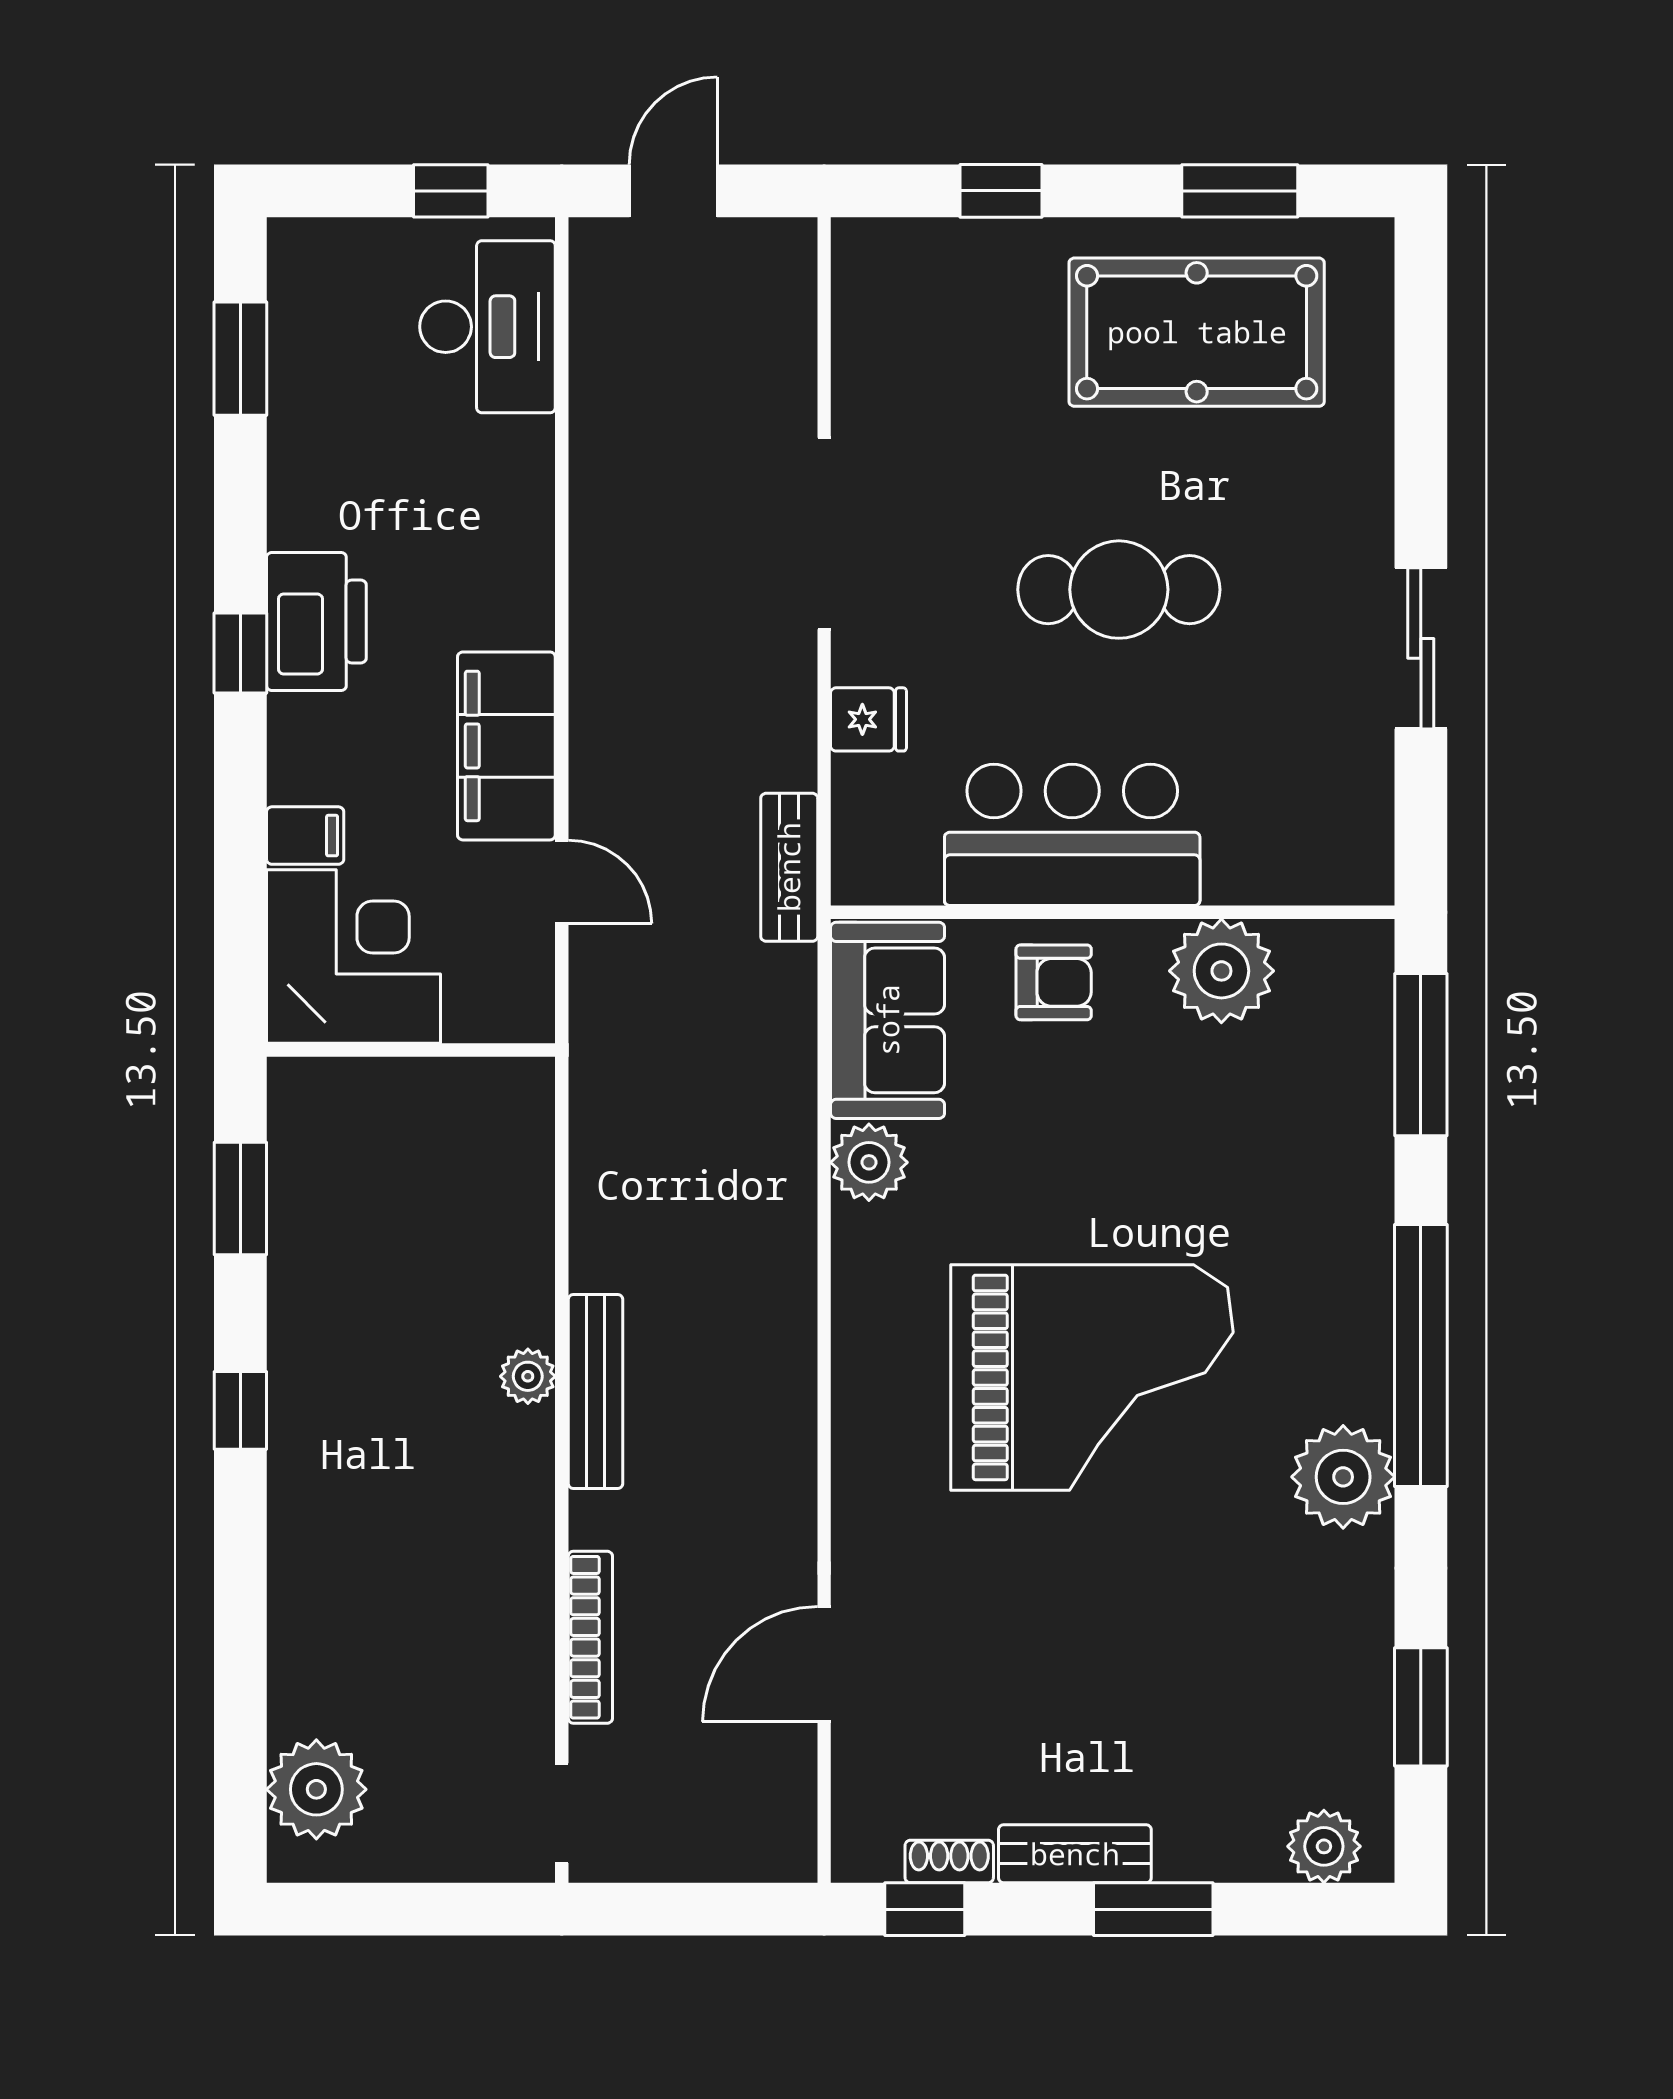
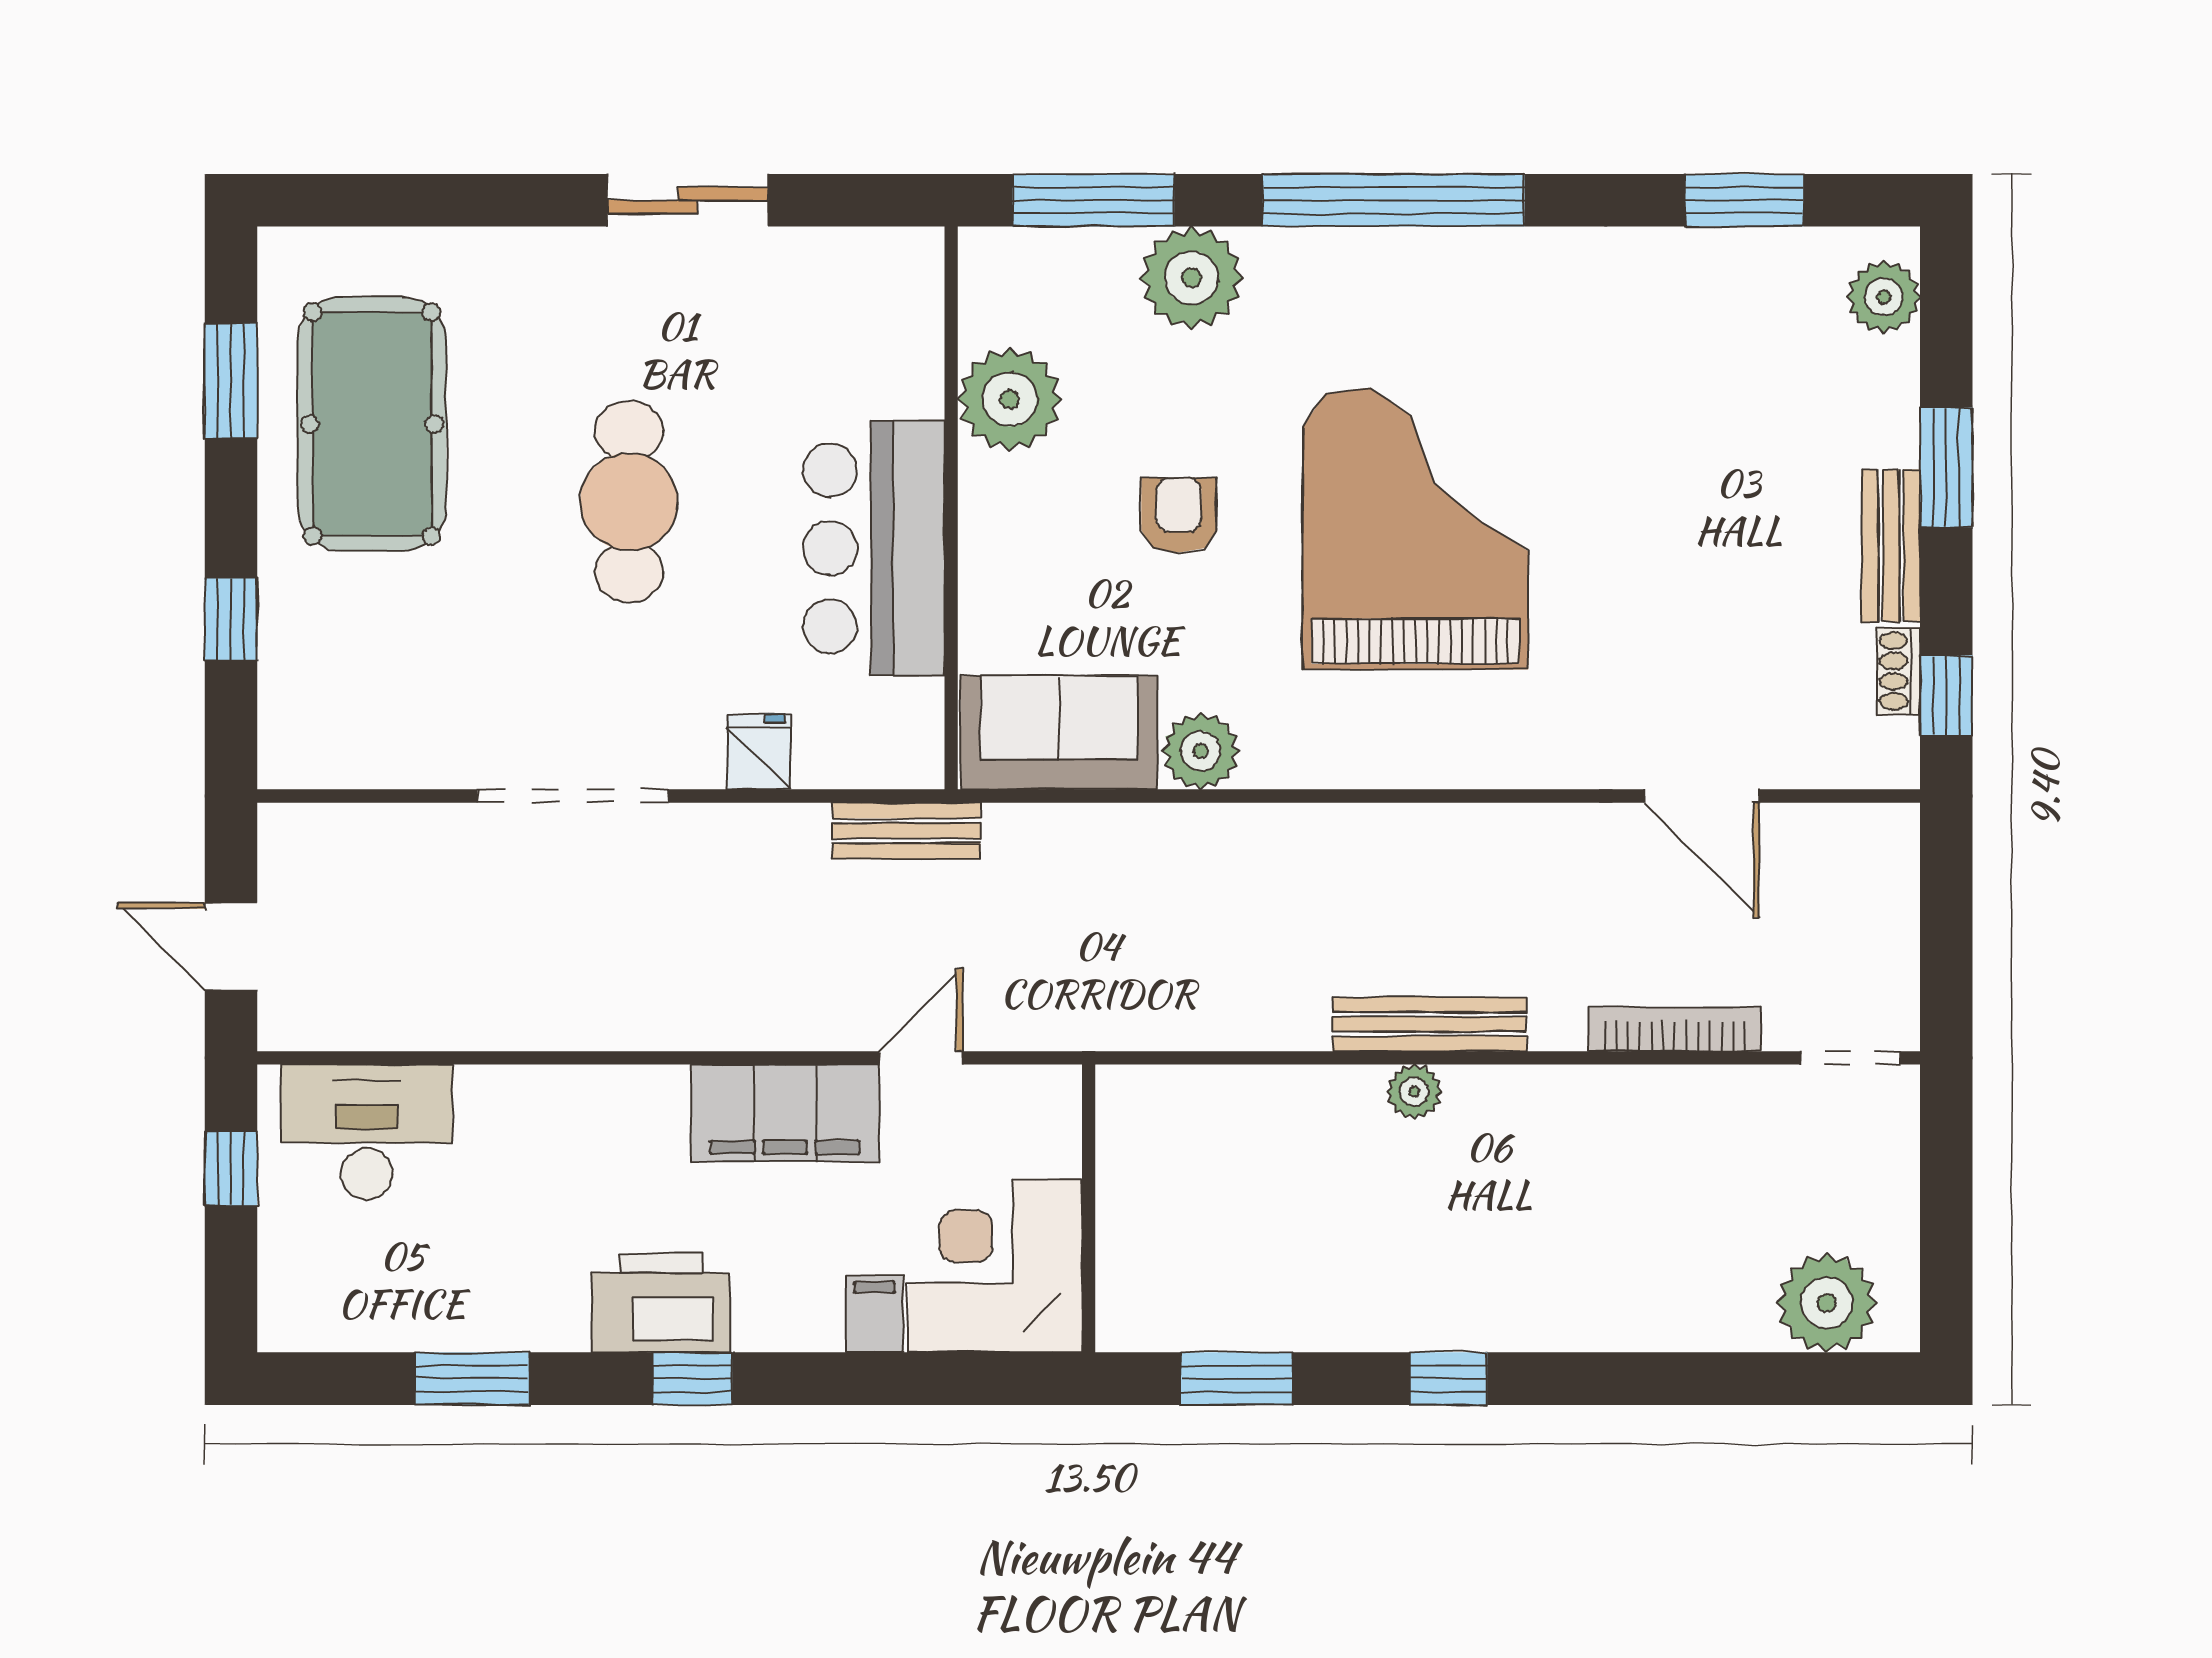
window: (240, 359) -> (472, 1379), moved
armchair: (1054, 982) -> (1179, 515), moved
plant: (1343, 1477) -> (1192, 278), moved

